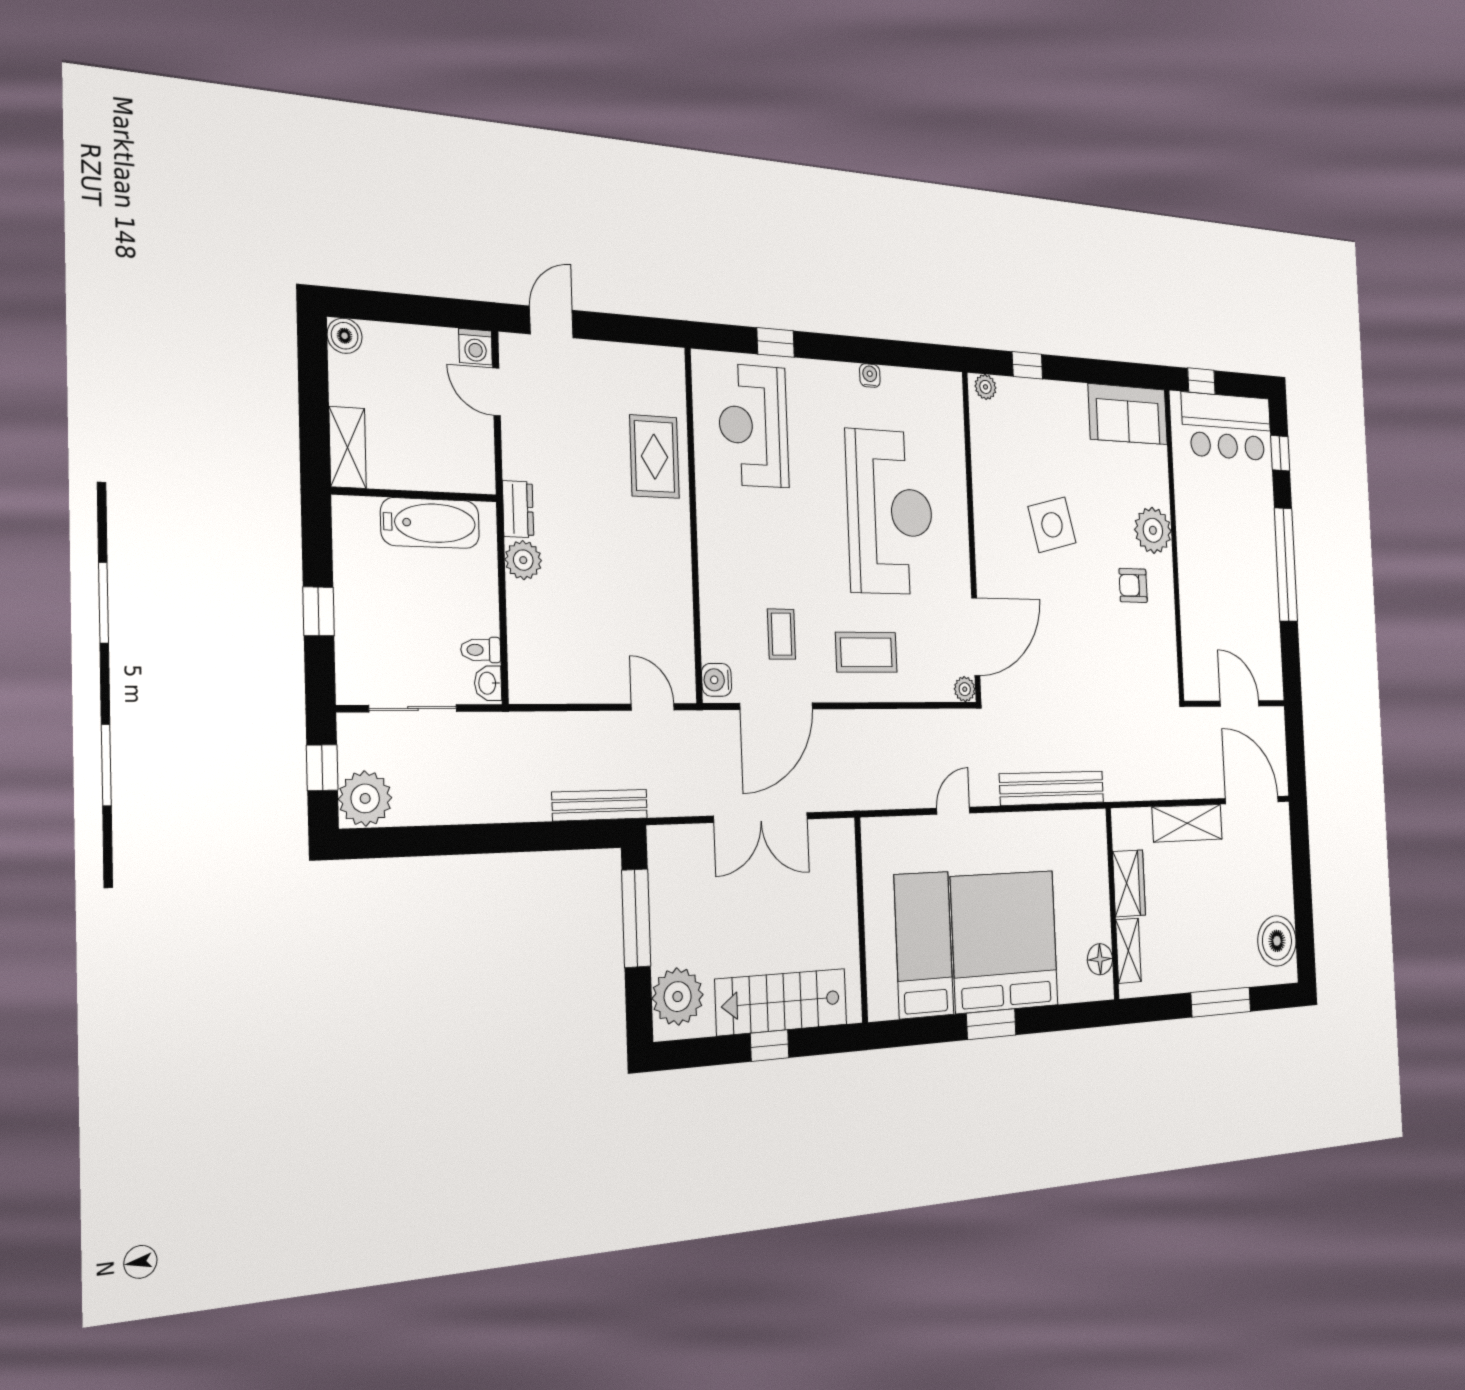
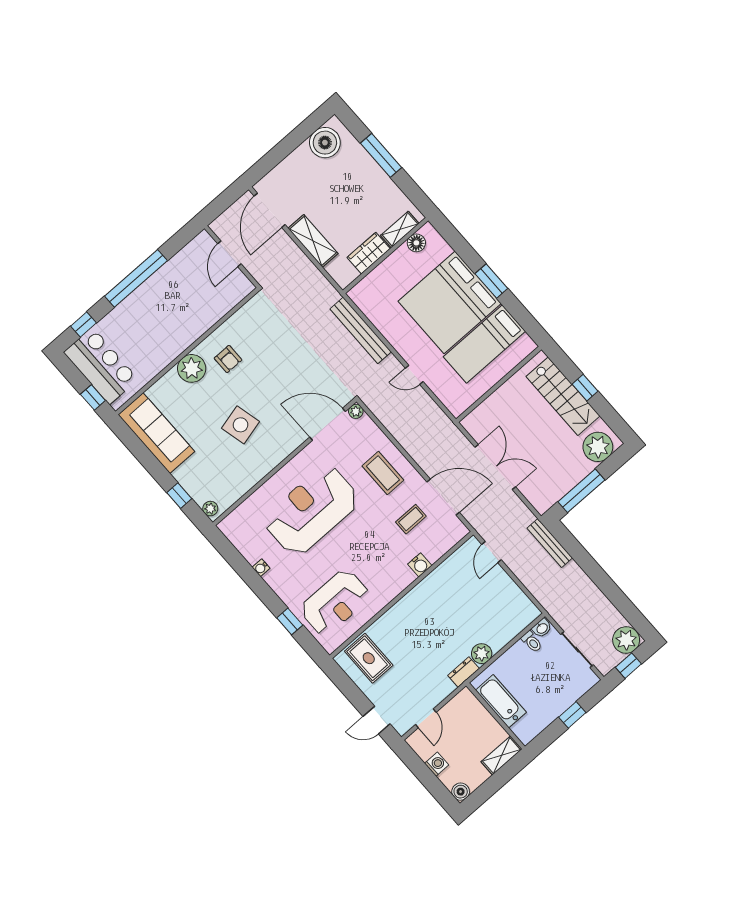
washing machine: (475, 347) -> (437, 764), moved
sofa: (1128, 414) -> (156, 433), width x1.36
rug: (654, 457) -> (369, 658), moved, turned 90
water cooler: (717, 680) -> (420, 565), moved

